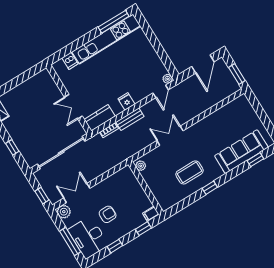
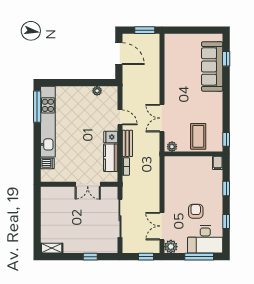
plant: (168, 79) -> (97, 91), moved
door: (161, 91) -> (120, 117), moved
kitchen counter: (100, 118) -> (111, 158), moved
sliding door: (61, 153) -> (120, 218), width x0.73
plant: (141, 166) -> (172, 147), moved
coffee table: (190, 172) -> (198, 136), moved
wall: (146, 188) -> (193, 154), moved
window: (210, 188) -> (226, 139), moved
filing cabinet: (151, 214) -> (218, 163), moved

